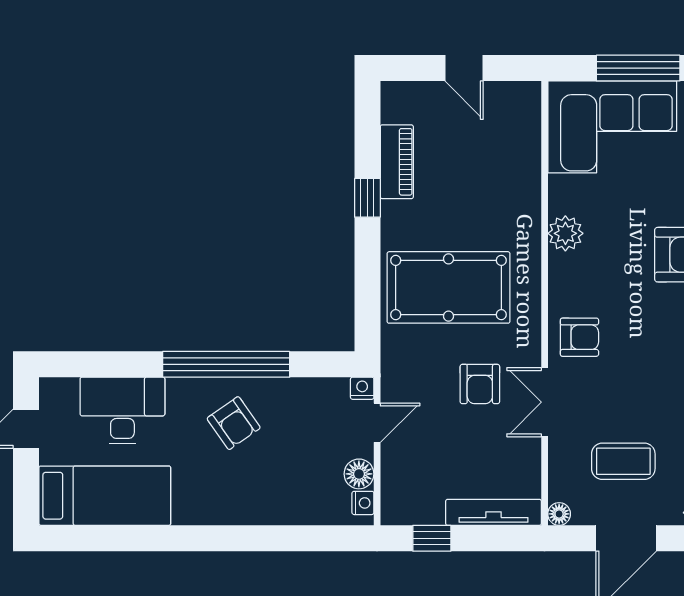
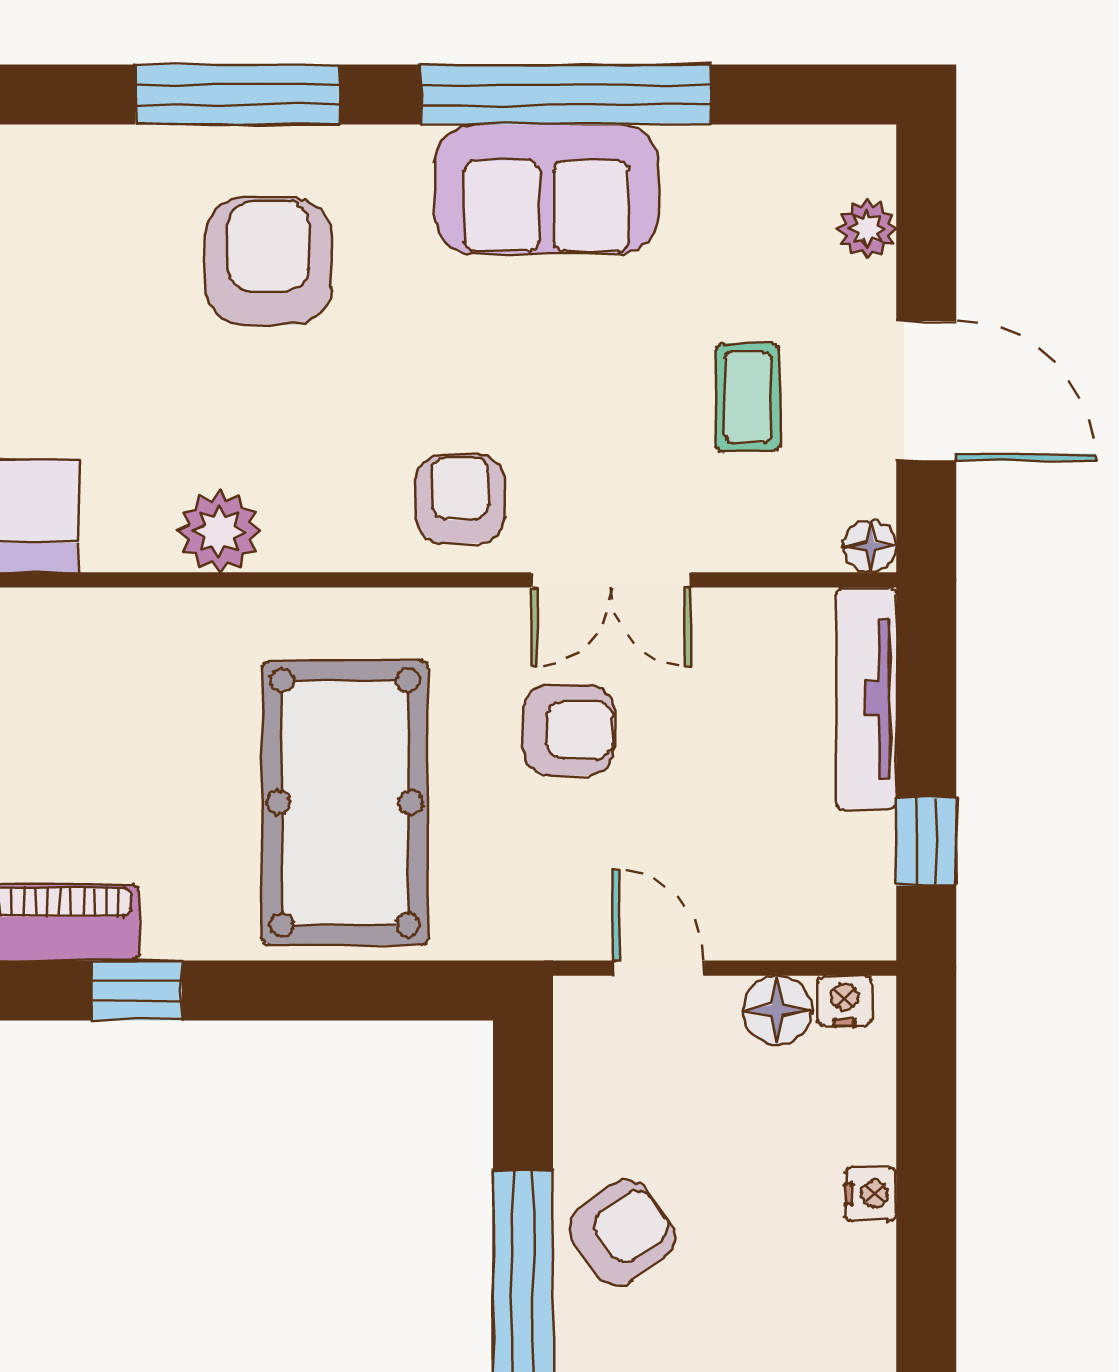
nightstand: (362, 388) -> (871, 1194), moved, turned 180
armchair: (234, 423) -> (622, 1232), moved
coffee table: (623, 461) -> (748, 397), width x0.73, depth x0.77

